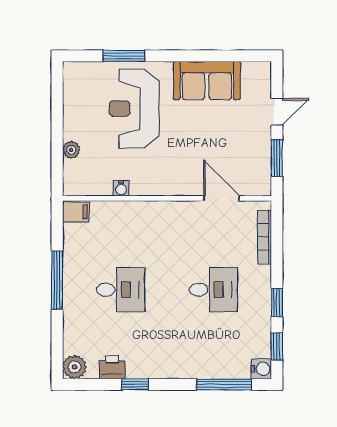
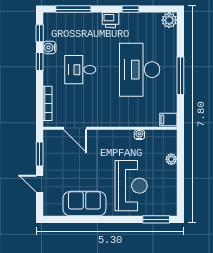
window: (124, 56) -> (156, 219), moved
door: (277, 112) -> (40, 184), hinge flipped
desk: (121, 290) -> (140, 70), width x1.87, depth x1.30
printer: (112, 367) -> (110, 20), moved
water cooler: (261, 369) -> (49, 47), moved

